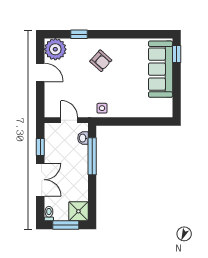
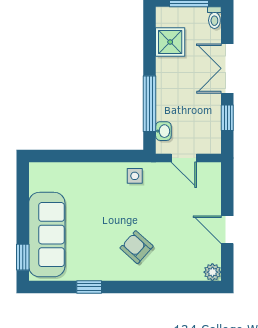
window: (79, 34) -> (89, 287), moved
plant: (55, 49) -> (212, 272), width x0.53, depth x0.53
shower: (78, 211) -> (170, 42), moved

